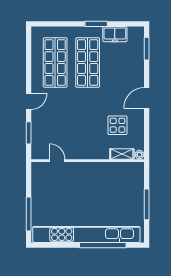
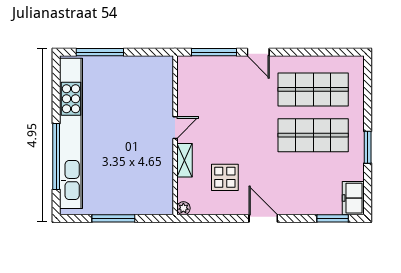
freezer: (115, 34) -> (353, 198), moved
window: (29, 133) -> (214, 52), width x1.44
shelving: (122, 154) -> (184, 160), moved
door: (57, 161) -> (175, 128), moved

